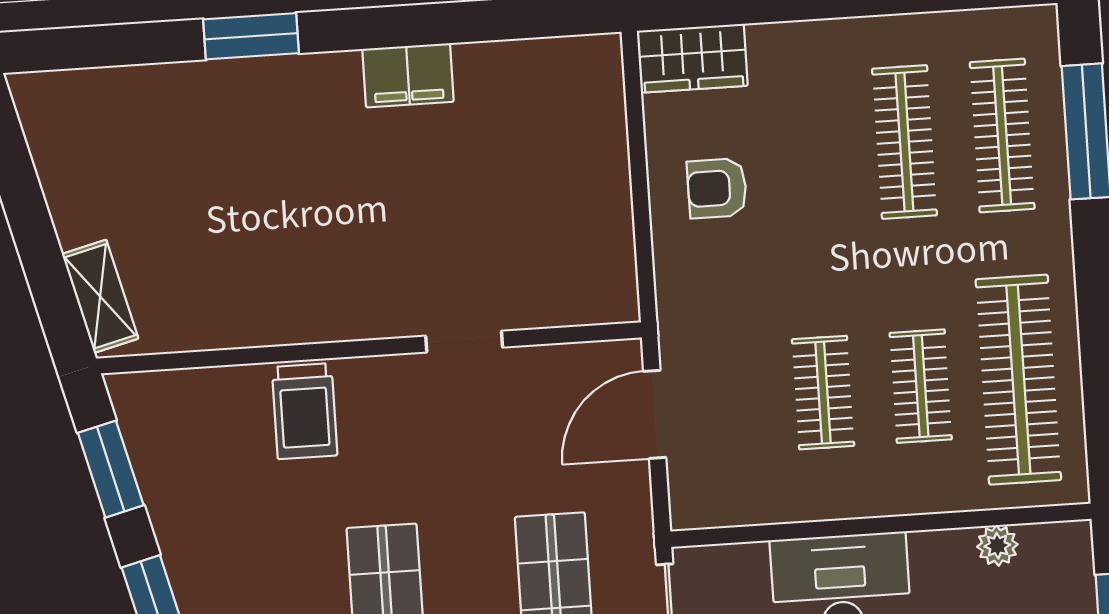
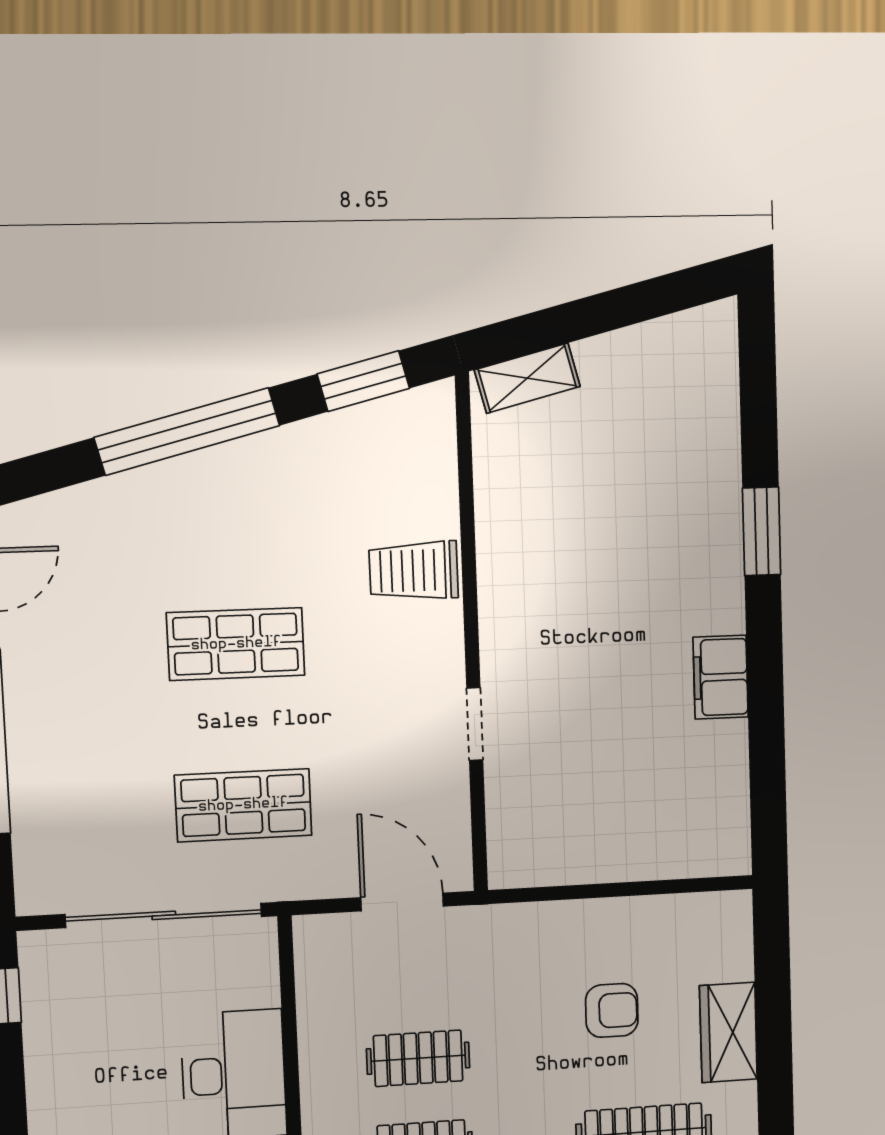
wardrobe: (692, 58) -> (728, 1032), moved
armchair: (717, 188) -> (612, 1010), moved, turned 90

